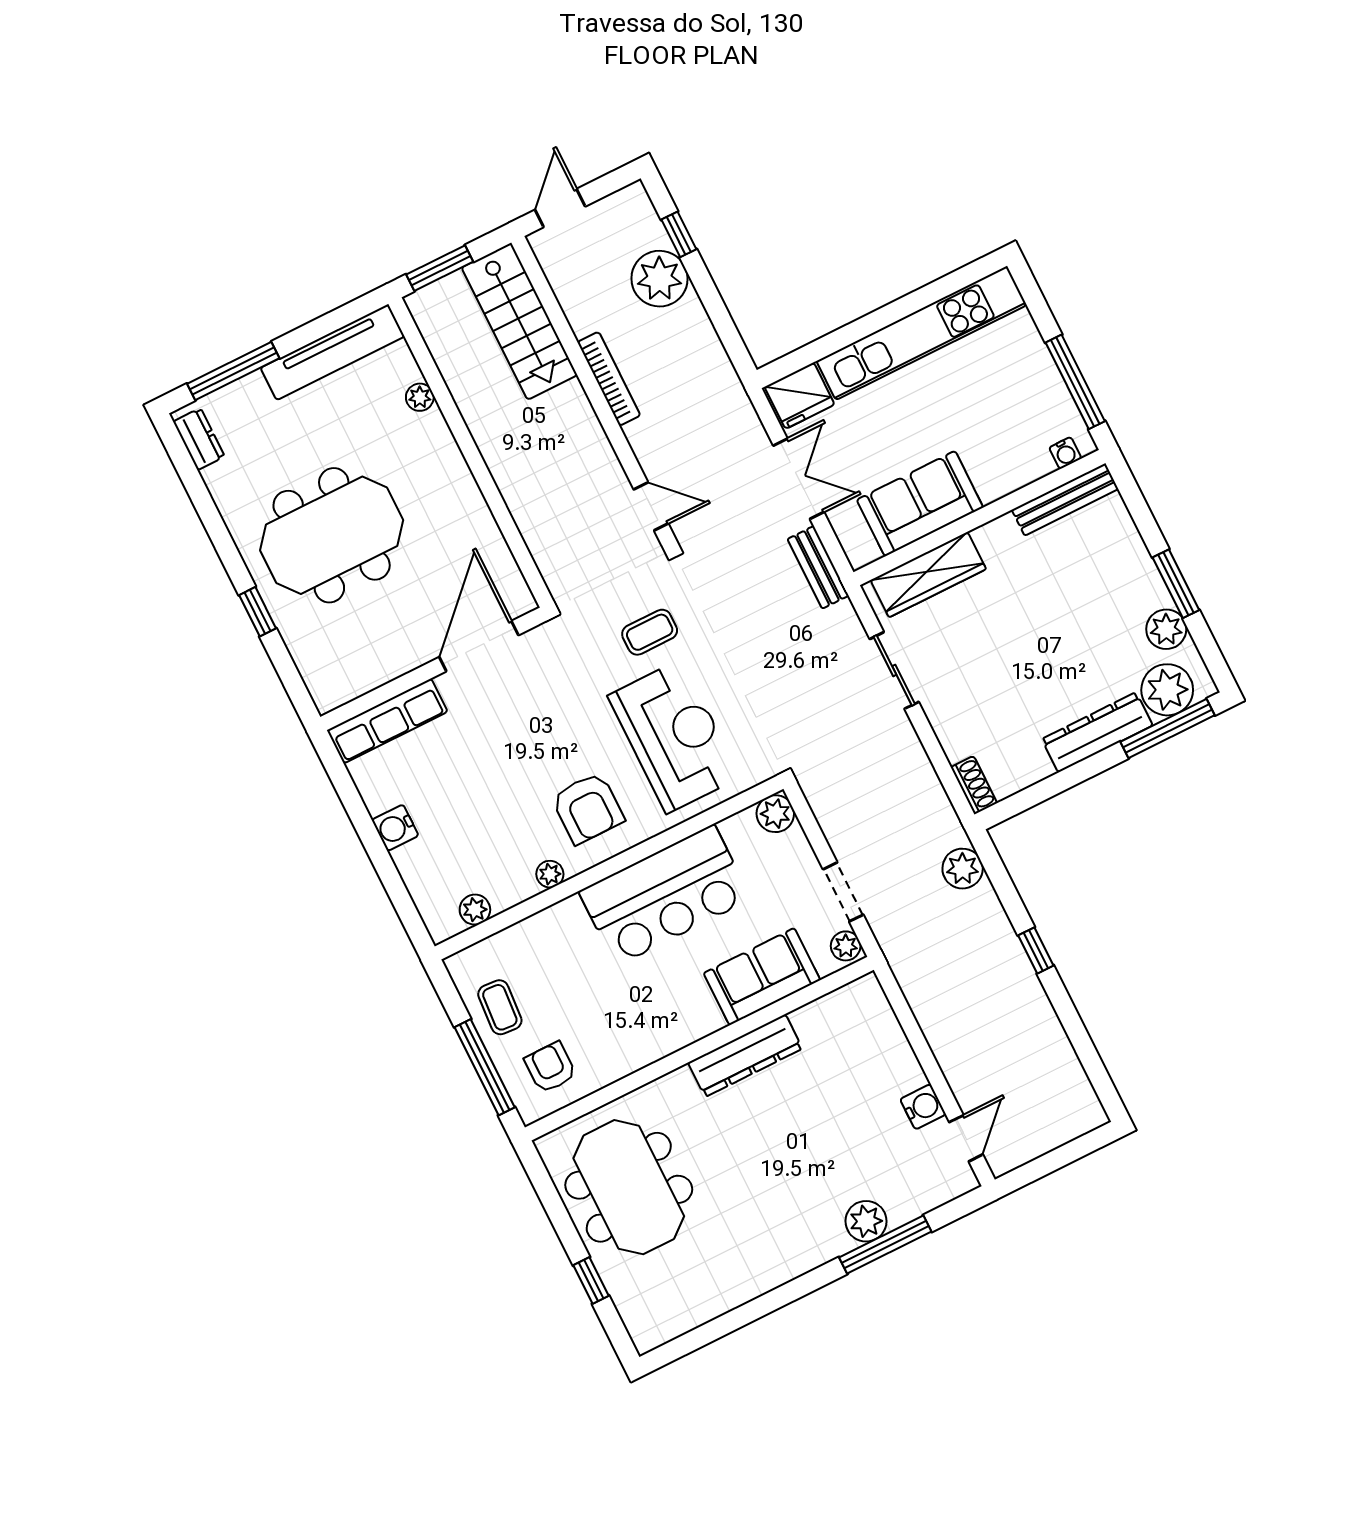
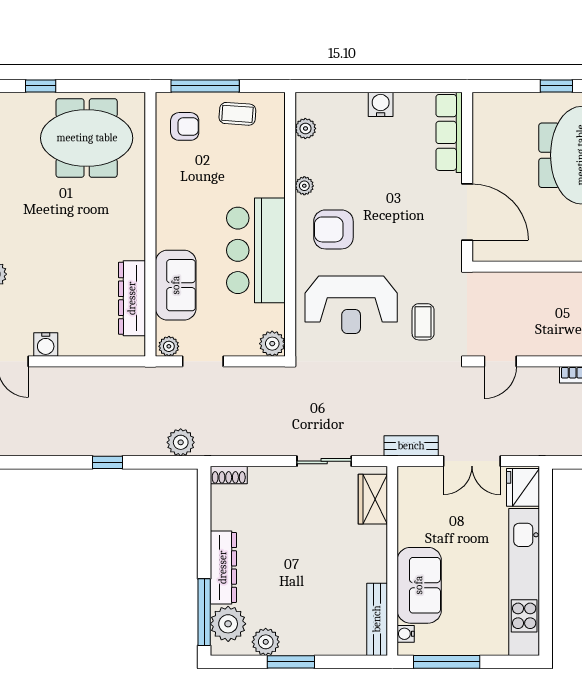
sofa: (920, 504) -> (419, 585), moved
wardrobe: (928, 575) -> (373, 499), width x0.67
dresser: (745, 1056) -> (132, 298), moved

